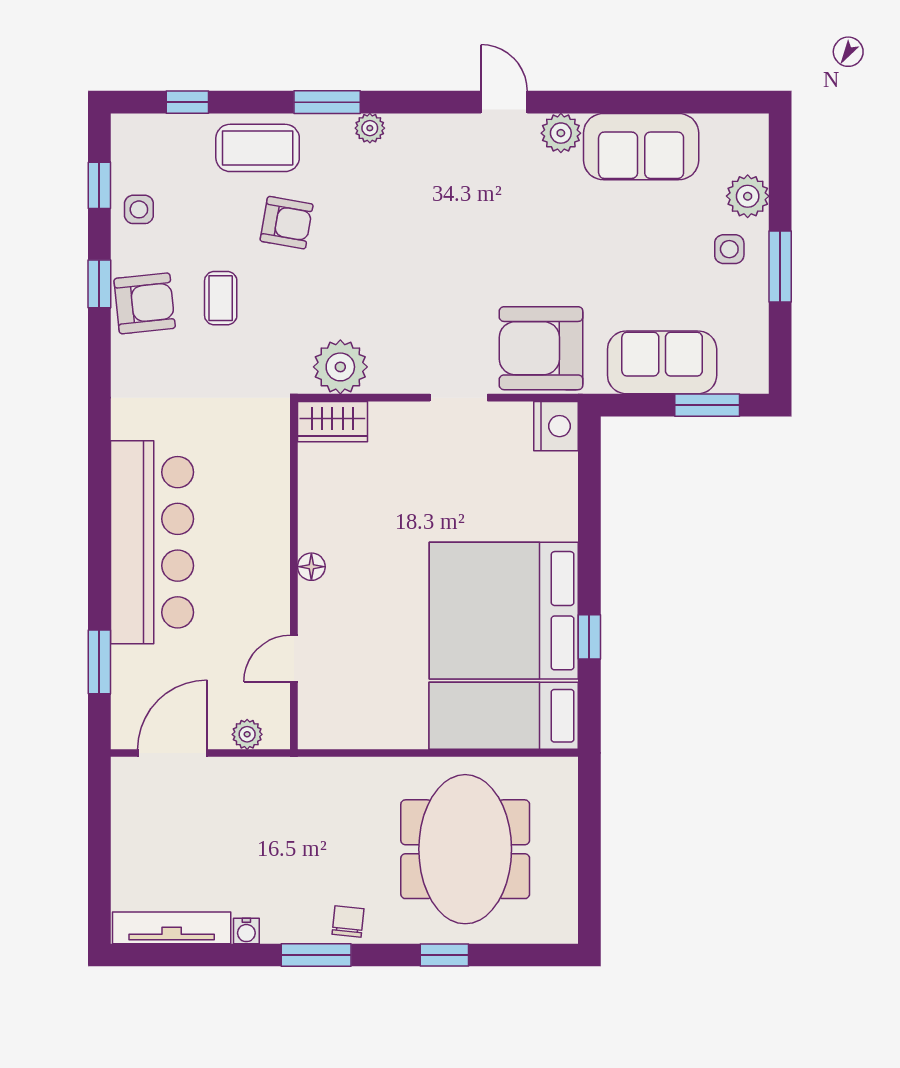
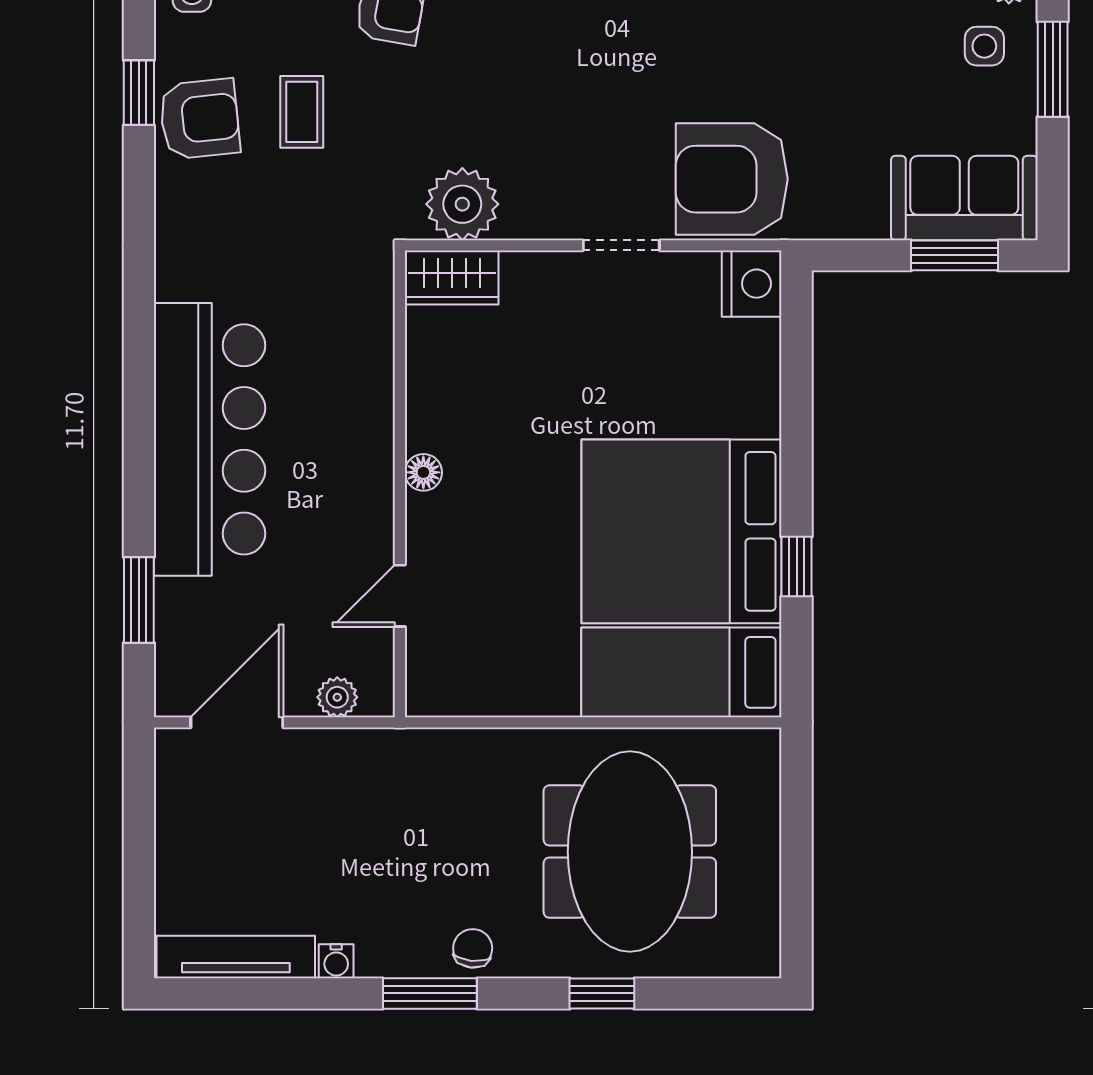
sofa: (662, 362) -> (964, 198), moved

